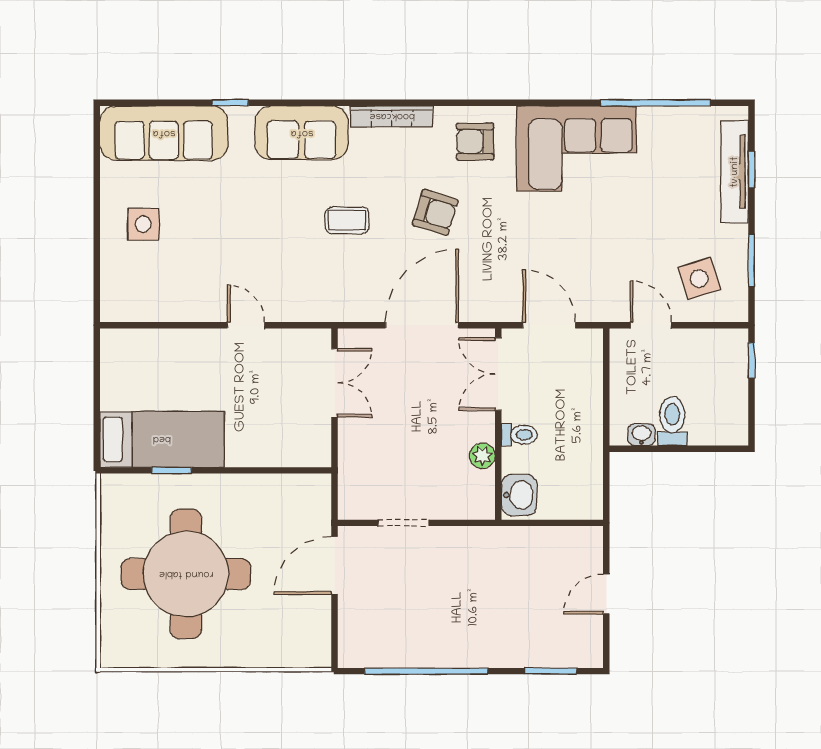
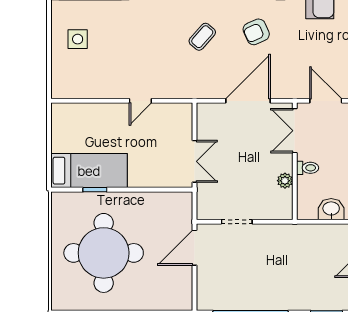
armchair: (435, 212) -> (256, 32), turned 139
coffee table: (347, 220) -> (202, 37), turned -49
door: (246, 325) -> (140, 101), swing flipped
double door: (335, 383) -> (195, 161), moved
washbasin: (519, 495) -> (331, 209), moved, turned -90

